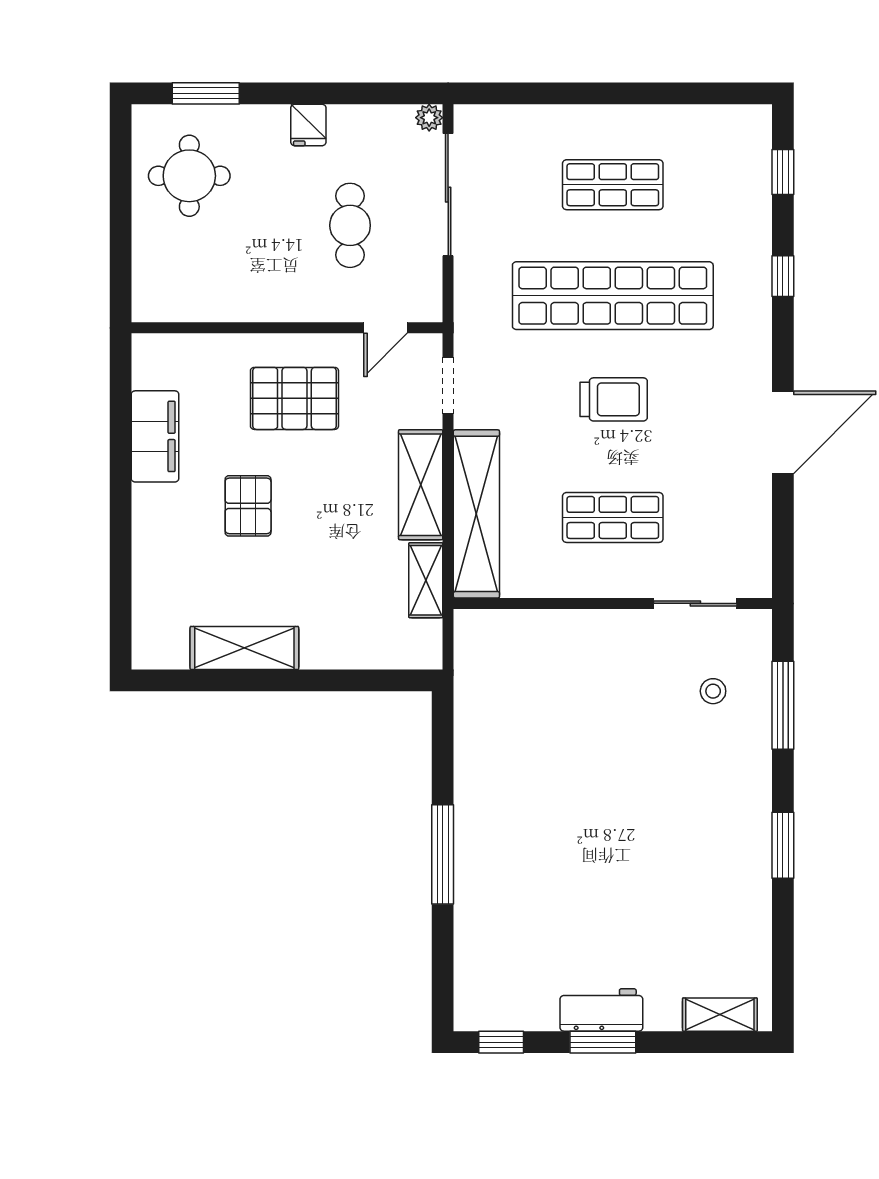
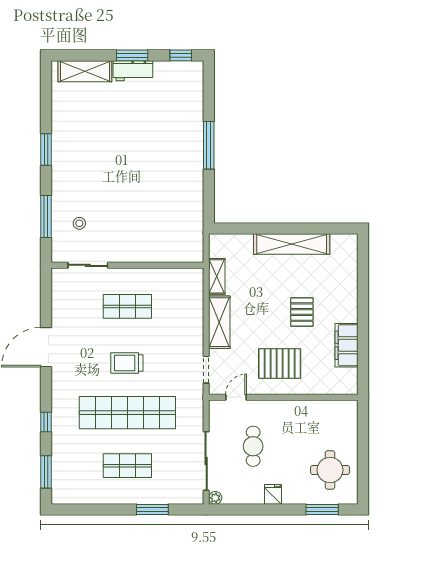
window: (560, 93) -> (152, 509), added
window: (783, 172) -> (46, 472), width x1.50
shelving: (476, 514) -> (193, 308), removed
shelving: (244, 648) -> (292, 244), width x1.47
shelving: (720, 1015) -> (85, 71), width x1.50, depth x1.33

